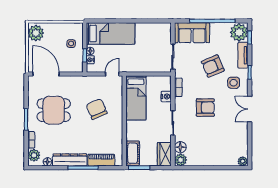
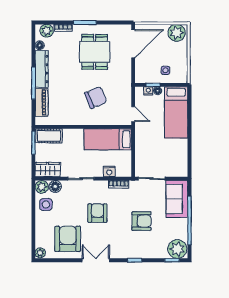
tv unit: (243, 55) -> (153, 253), removed
armchair: (213, 66) -> (142, 221), turned 113
side table: (234, 83) -> (46, 204), moved
armchair: (205, 107) -> (97, 213), turned 180
armchair: (229, 135) -> (68, 239), added

